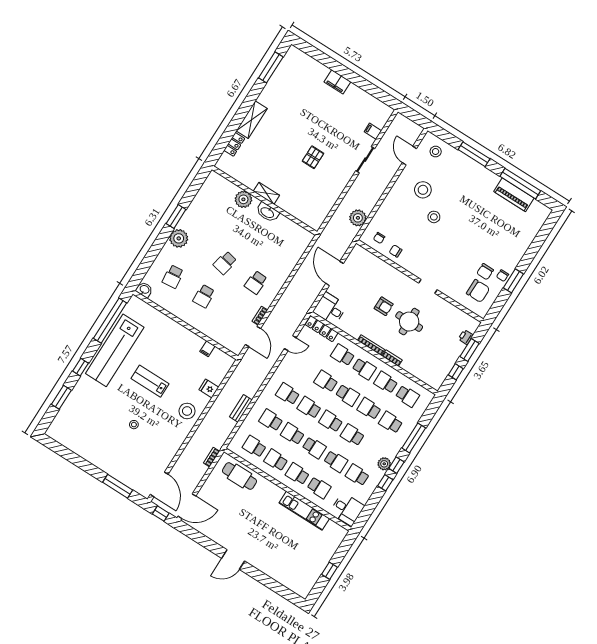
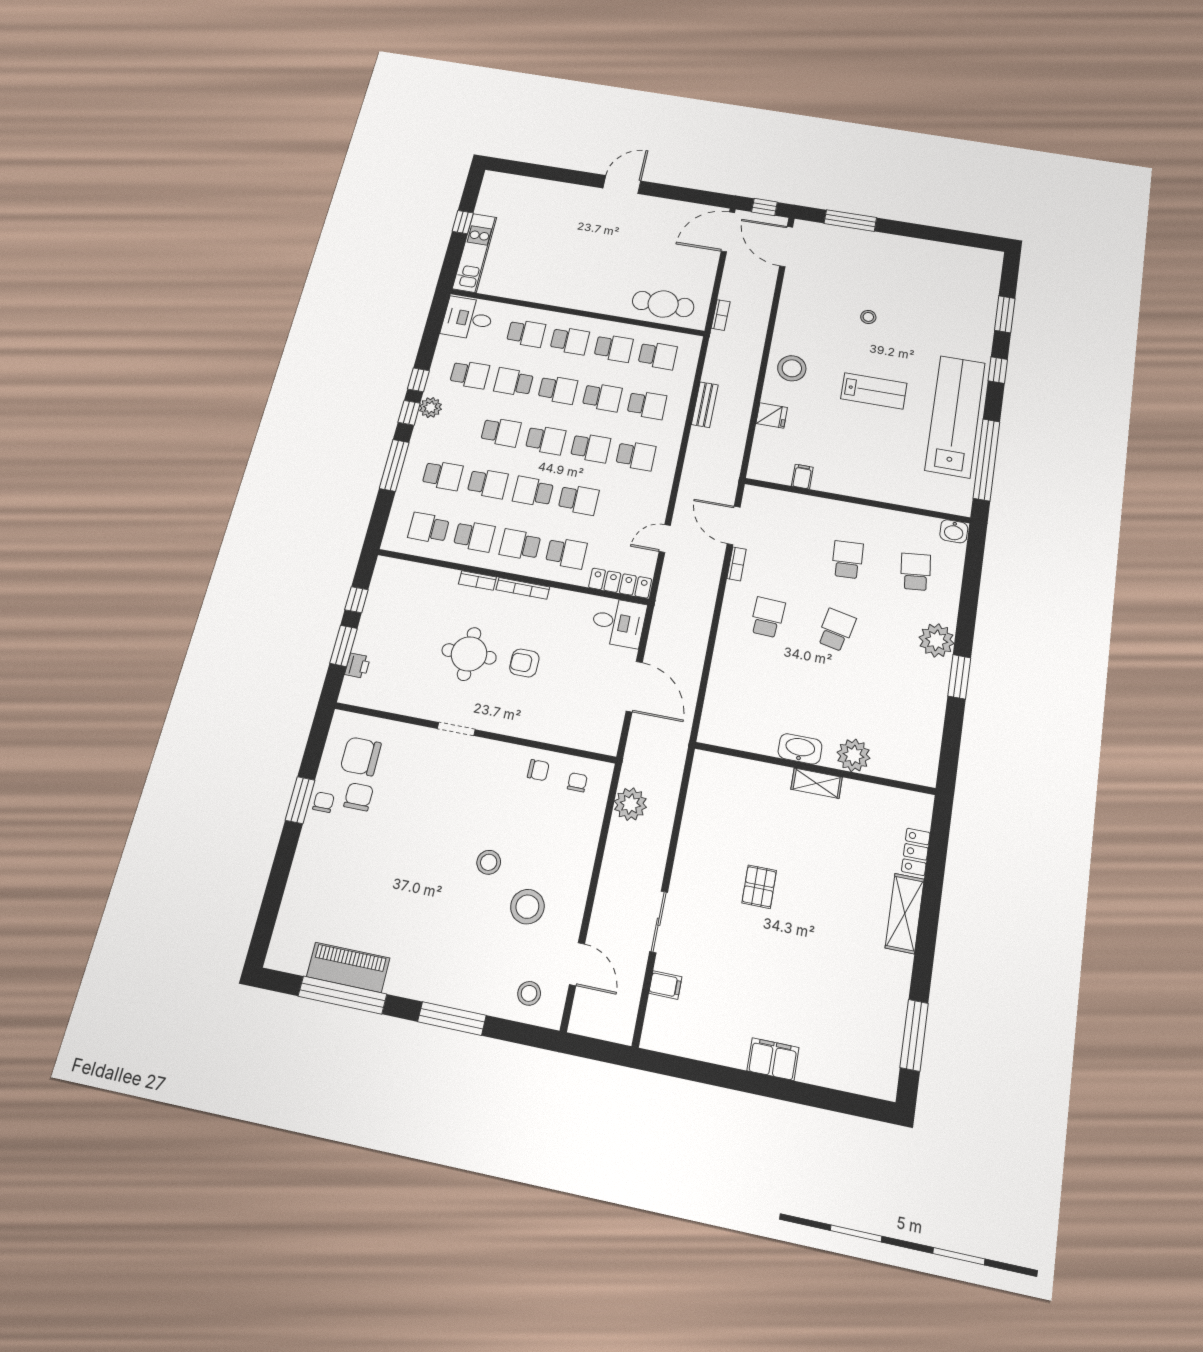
school desk: (314, 448) -> (558, 390), turned 180
school desk: (319, 488) -> (526, 333), turned 180
kitchen unit: (304, 511) -> (475, 253), moved, turned 90

